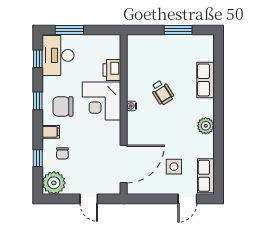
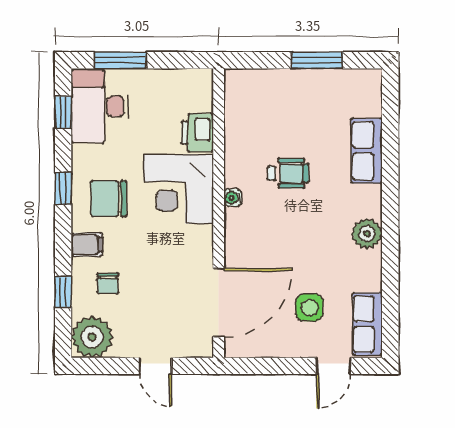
wheelchair: (162, 92) -> (288, 173), turned -58

